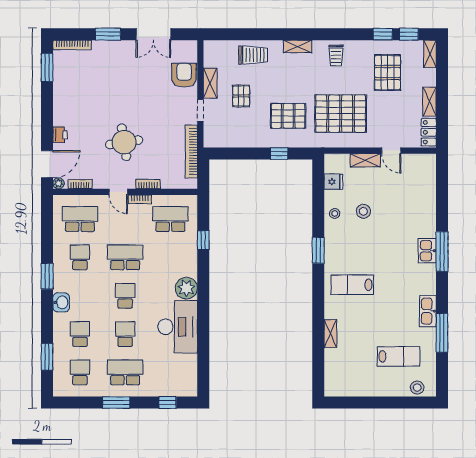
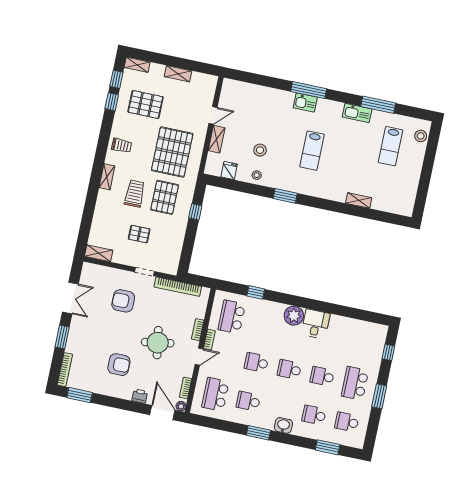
trolley: (253, 55) -> (135, 194), moved
armchair: (184, 75) -> (123, 301), moved
shelving: (210, 83) -> (99, 253), moved
armchair: (90, 104) -> (119, 365), added
locker: (429, 132) -> (204, 80), removed
school desk: (125, 257) -> (256, 362), width x0.54
lab bench: (352, 285) -> (312, 151), moved
desk: (178, 327) -> (316, 324), width x0.53, depth x0.77
lab bench: (399, 356) -> (391, 146), turned 180

